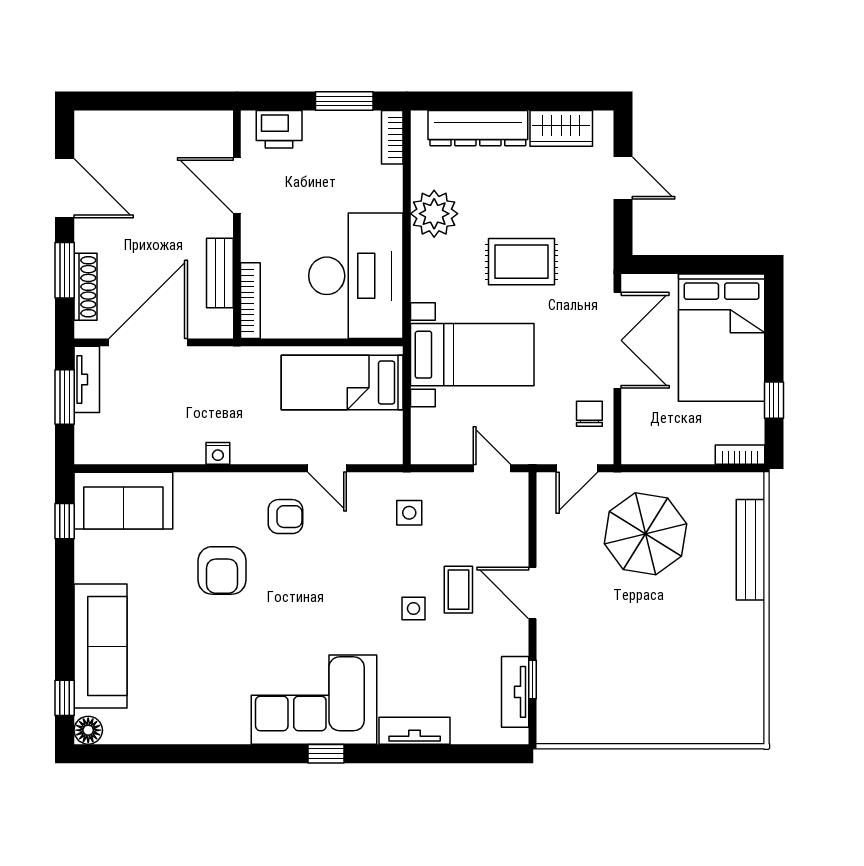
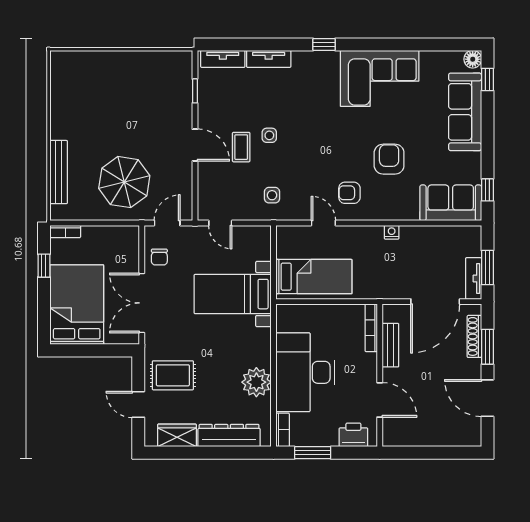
rug: (521, 262) -> (173, 375), moved
desk: (356, 276) -> (305, 372), moved
tv unit: (515, 692) -> (223, 59), moved, turned 90
corner sofa: (314, 700) -> (380, 78), moved

